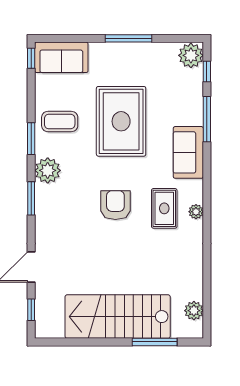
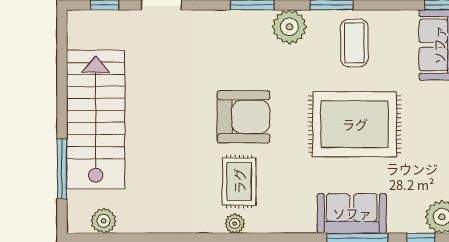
sofa: (188, 152) -> (352, 213), moved
armchair: (115, 205) -> (243, 117), width x1.36, depth x1.36
rug: (164, 208) -> (239, 181), turned 90

